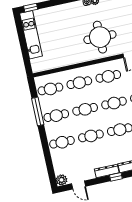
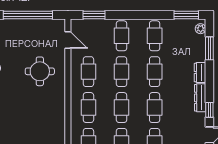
round table: (100, 37) -> (40, 71), width x0.73, depth x0.73
window: (116, 177) -> (209, 110), moved

